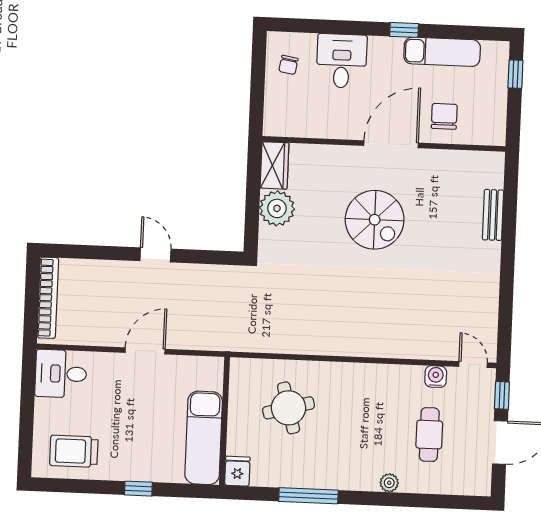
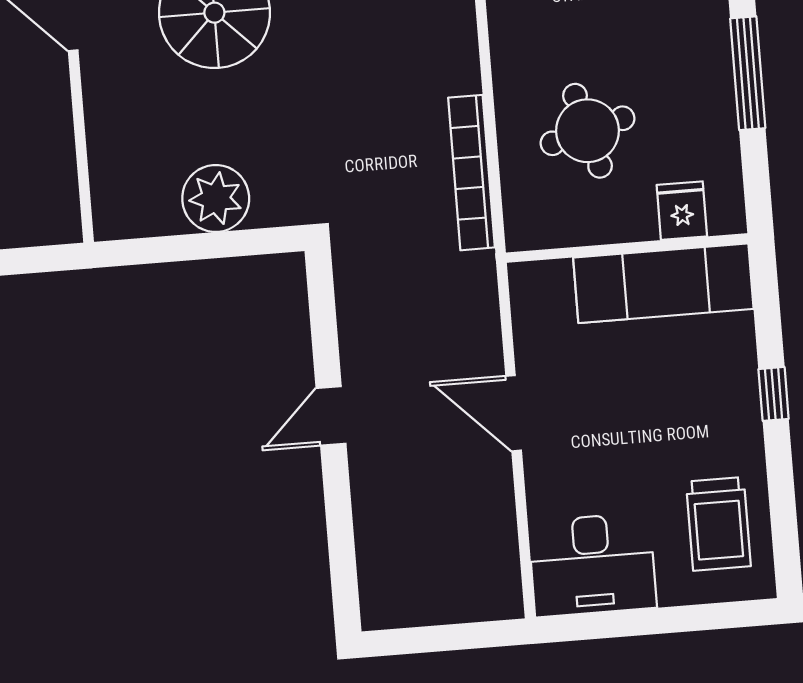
wardrobe: (275, 165) -> (136, 213), removed
bookcase: (48, 298) -> (471, 173), moved, turned -90
desk: (61, 374) -> (592, 565), width x1.37
fridge: (237, 471) -> (682, 211), moved, turned 90

